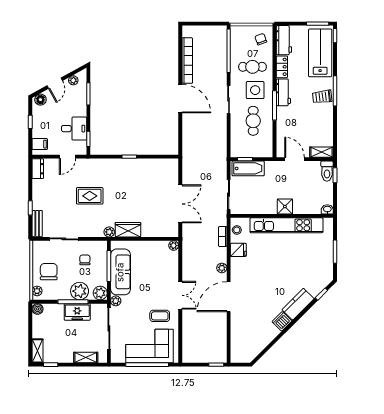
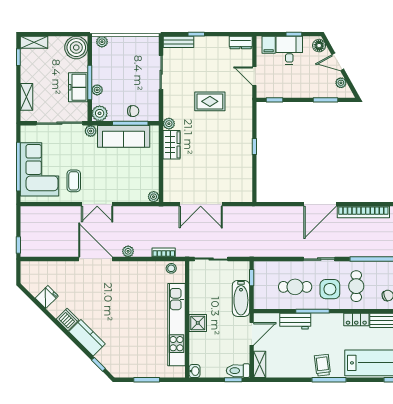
workbench: (283, 92) -> (295, 321), moved
desk: (74, 129) -> (289, 50), moved, turned 180
bathtub: (248, 168) -> (241, 298), moved
rug: (90, 196) -> (210, 101), turned 90
fridge: (238, 250) -> (47, 297), moved, turned -135
chair: (85, 260) -> (133, 111), moved
chair: (49, 272) -> (124, 55), removed
plant: (80, 291) -> (97, 90), width x0.53, depth x0.53
boiler: (38, 309) -> (76, 48), width x1.86, depth x1.86

